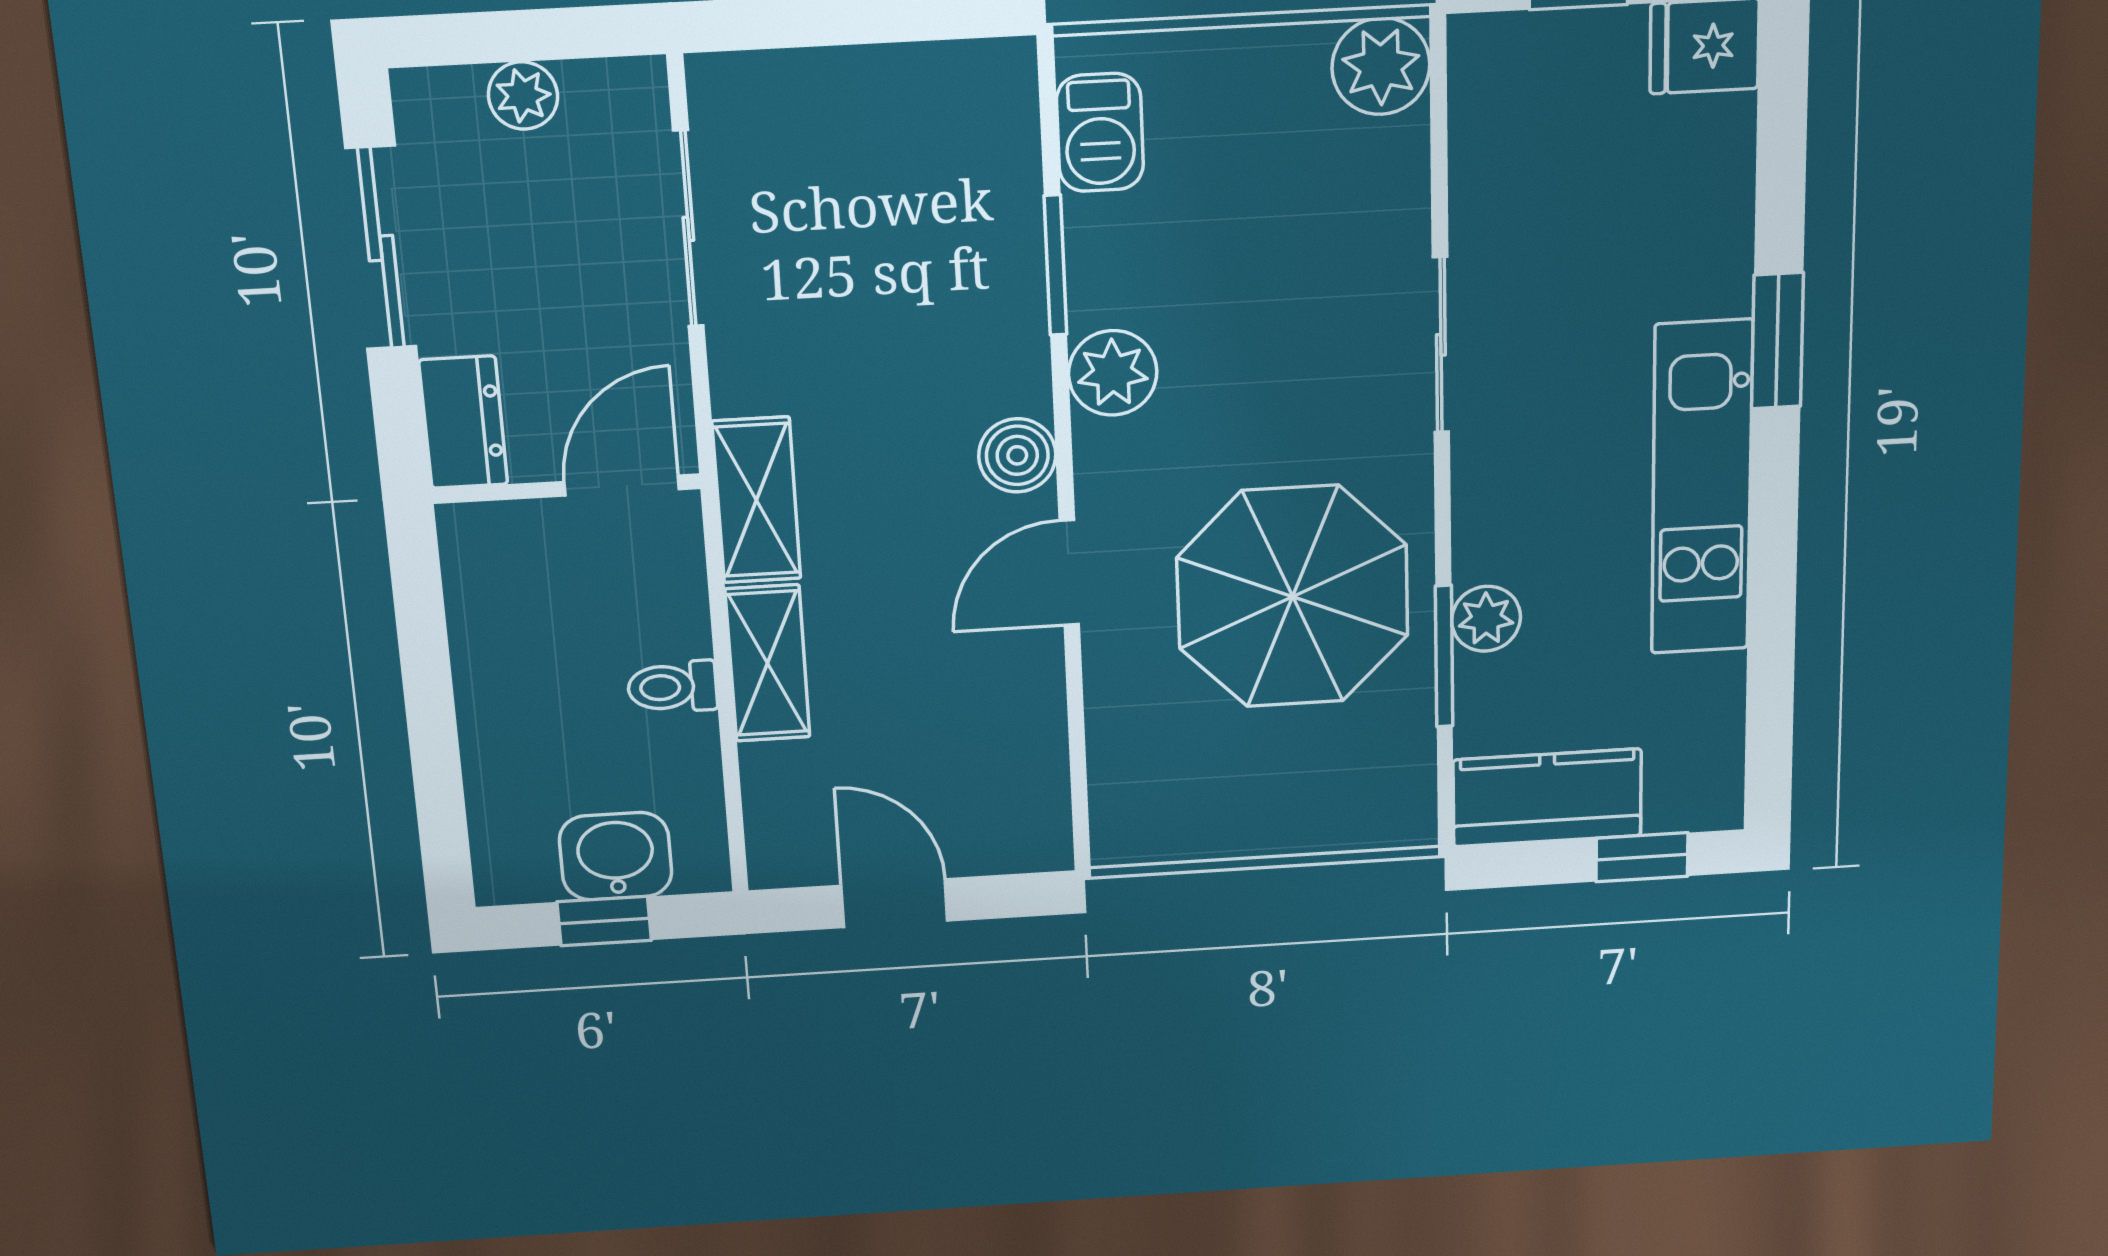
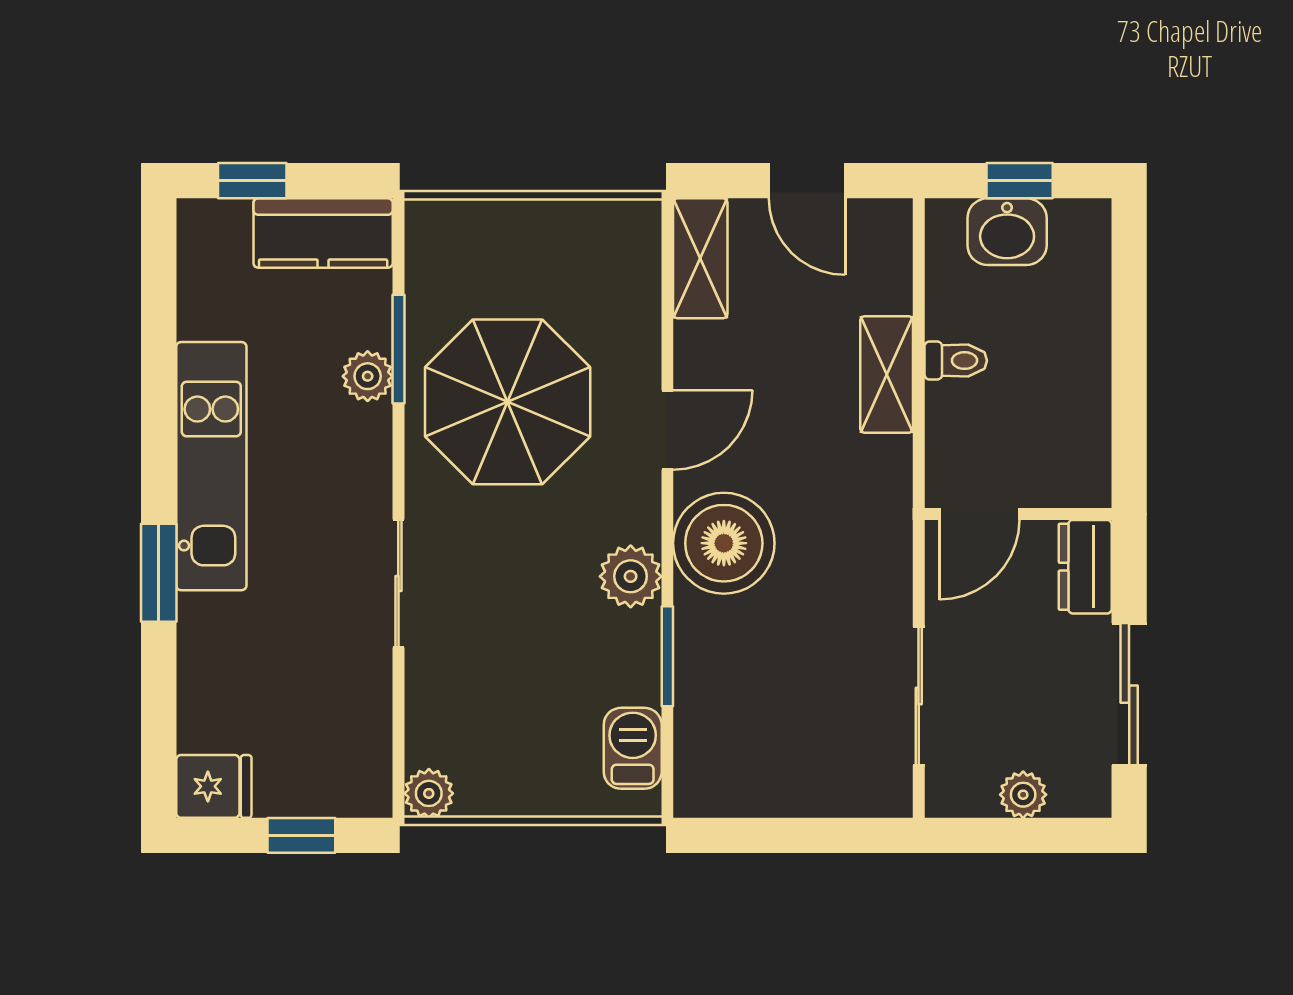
plant: (1381, 66) -> (429, 793), width x0.73, depth x0.73
boiler: (1017, 455) -> (724, 543), width x1.86, depth x1.86
shelving: (757, 500) -> (700, 258), moved

